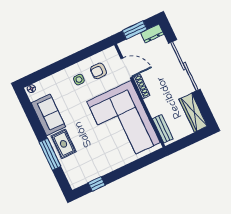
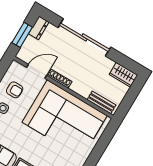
armchair: (98, 71) -> (15, 90), turned -90
wardrobe: (193, 113) -> (123, 75), width x0.67

